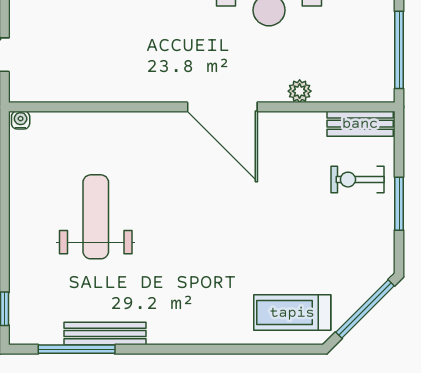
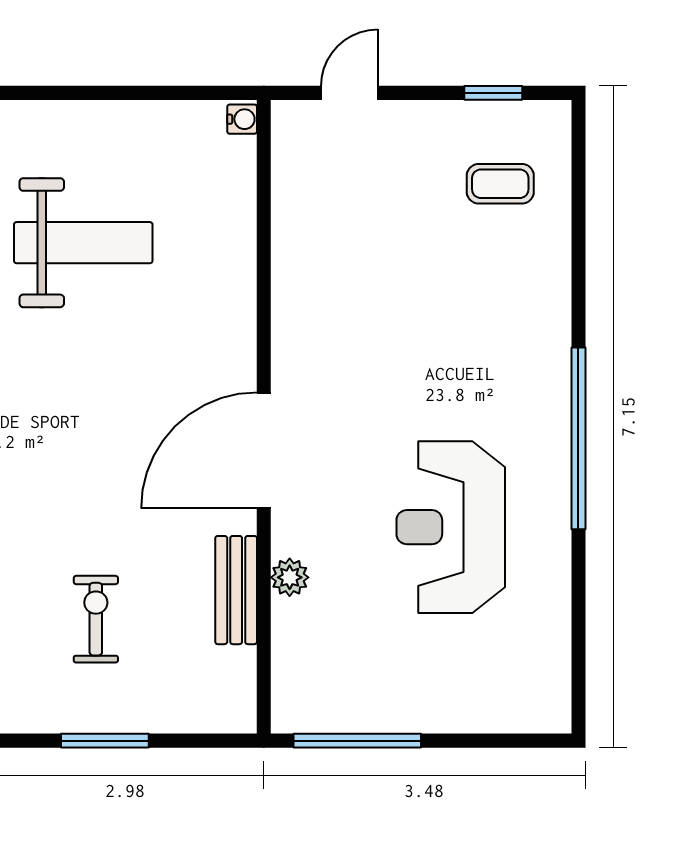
bench: (360, 124) -> (236, 590), moved
exercise bike: (357, 180) -> (96, 619), moved

